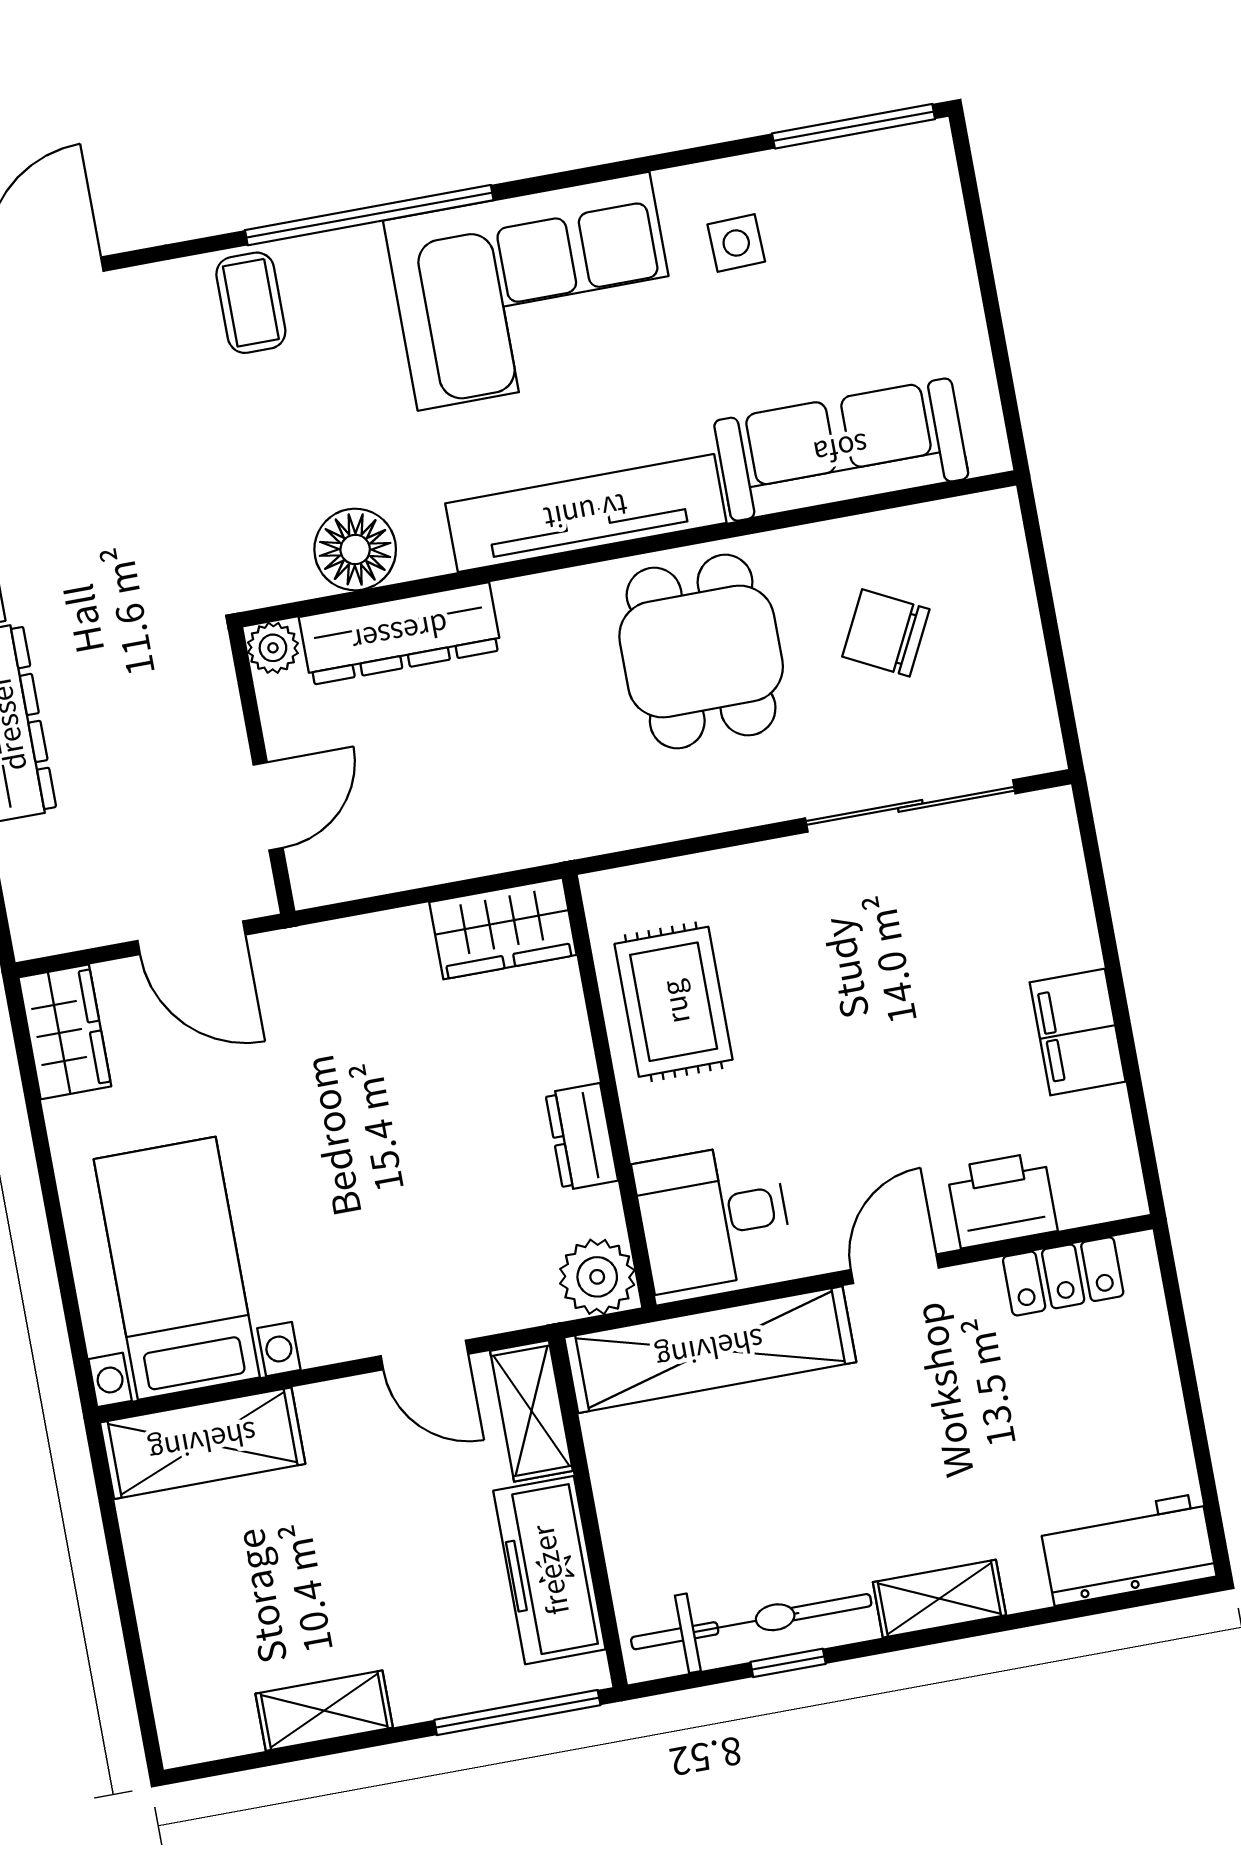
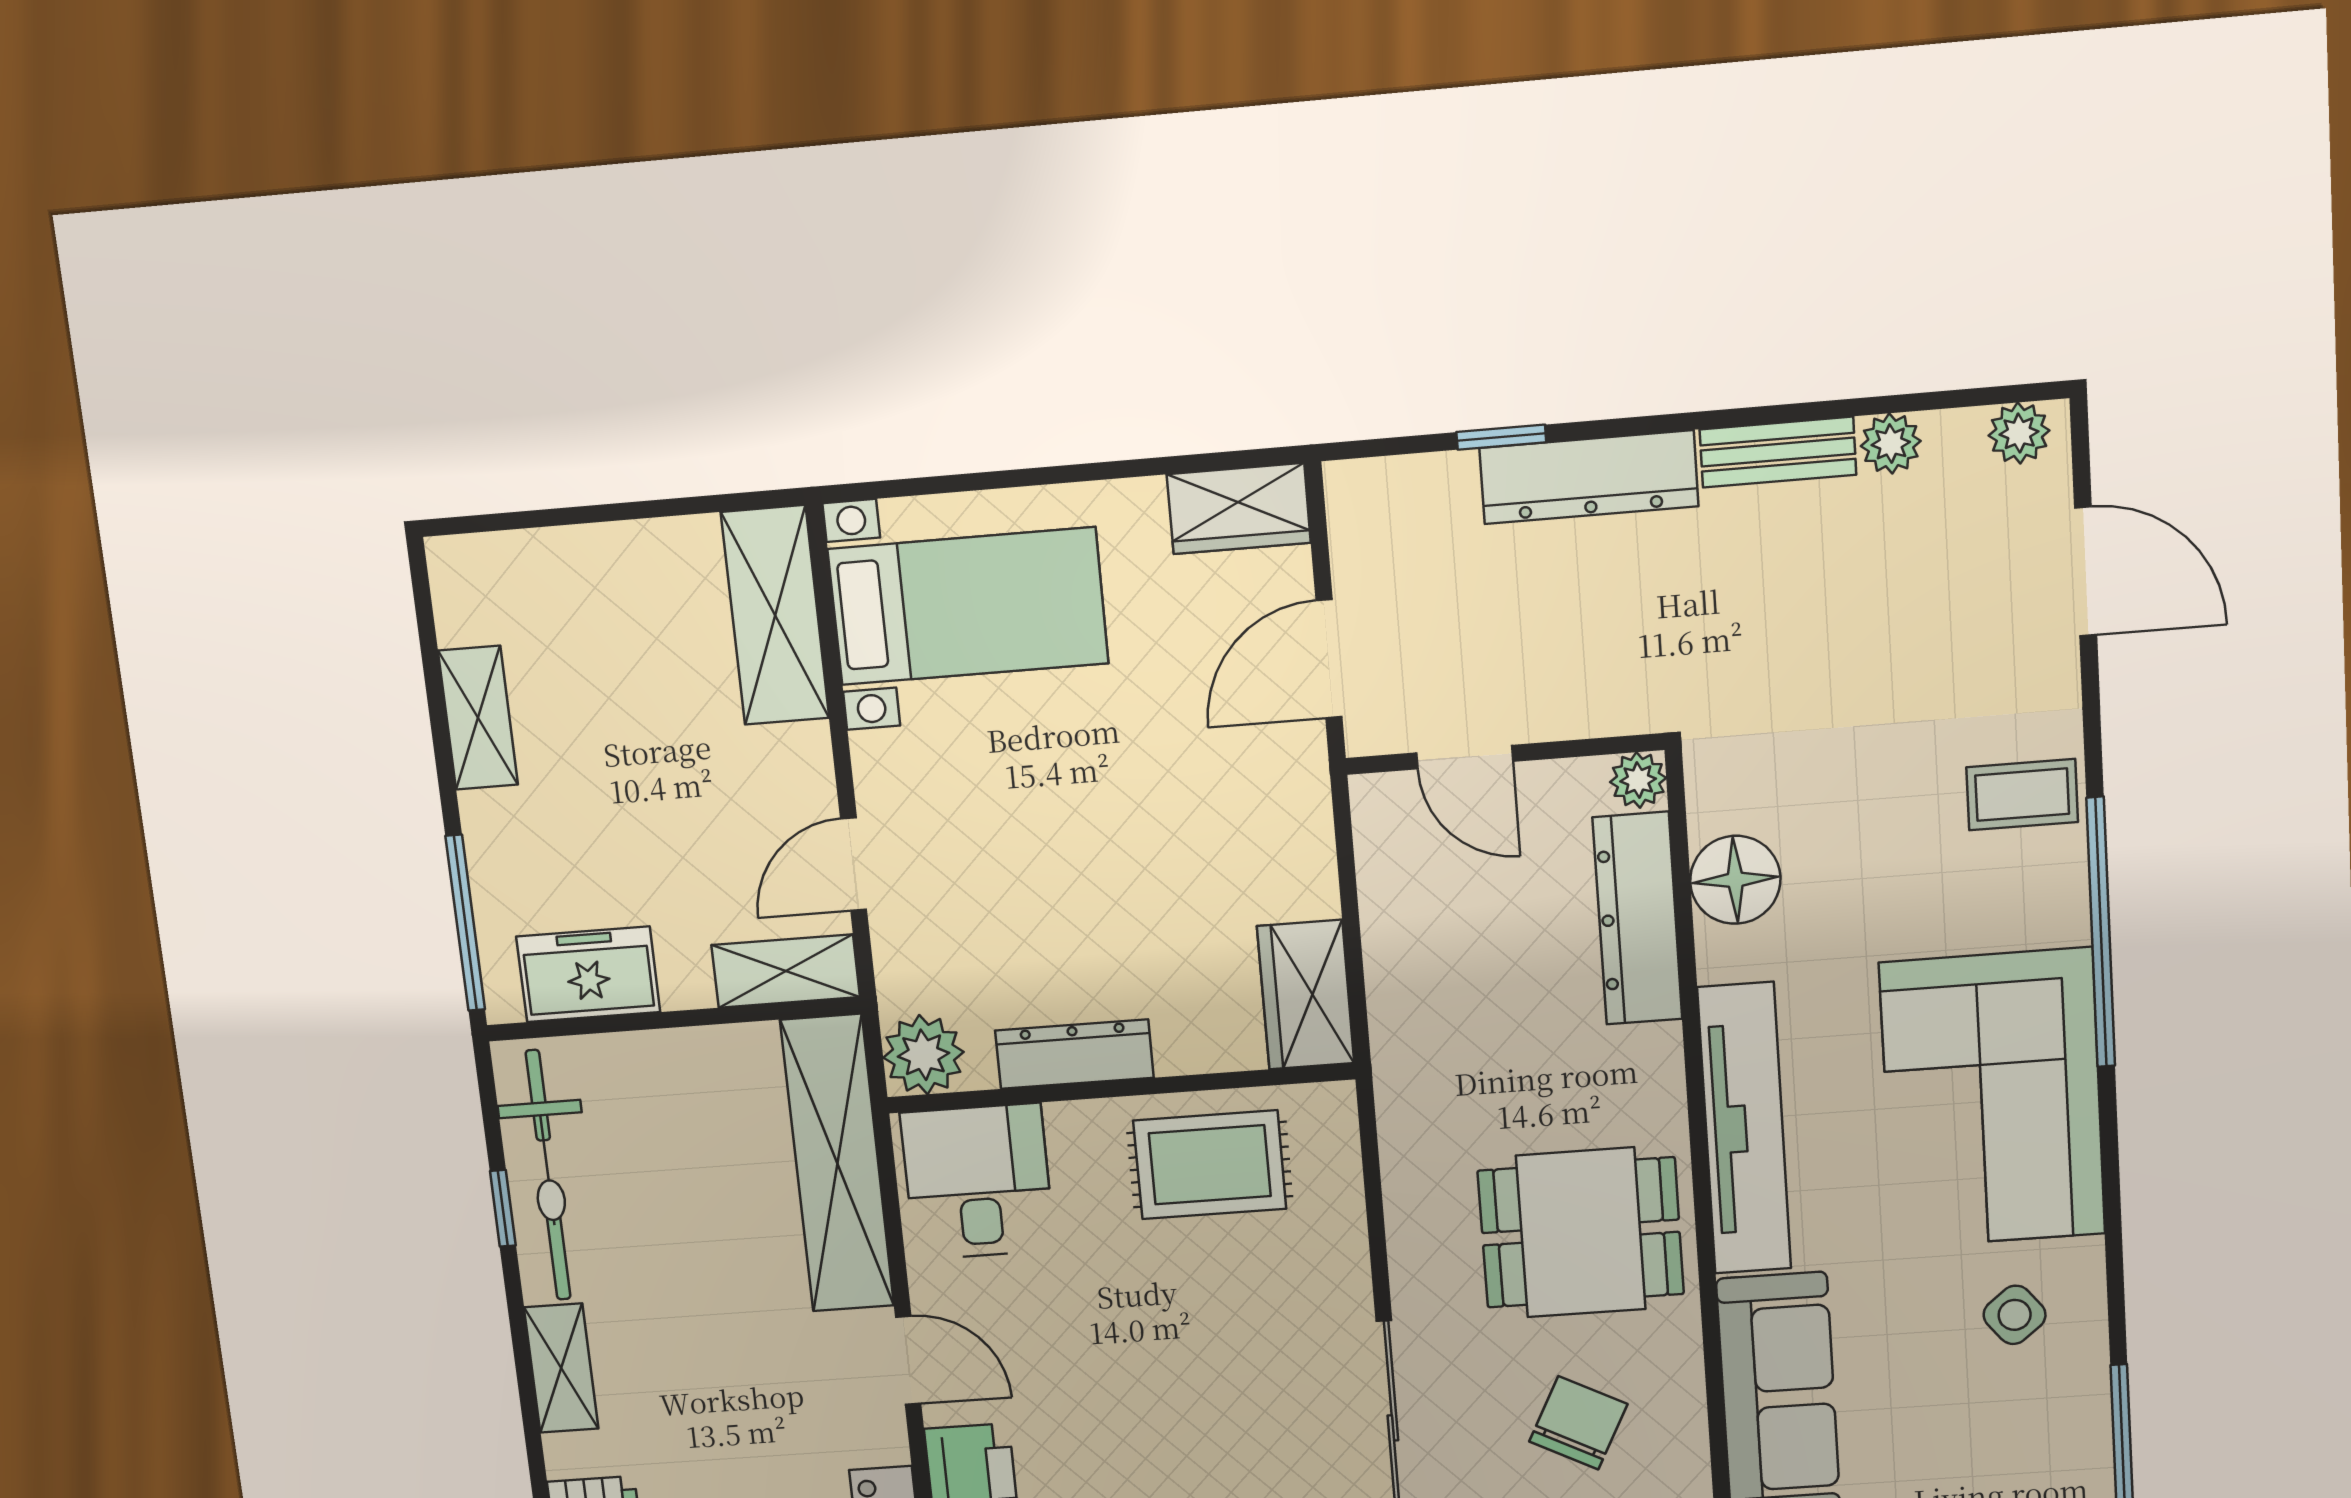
side table: (736, 243) -> (2015, 1315), turned -37
dresser: (582, 1137) -> (1074, 1054), width x1.44
freezer: (549, 1570) -> (588, 974), width x0.71

